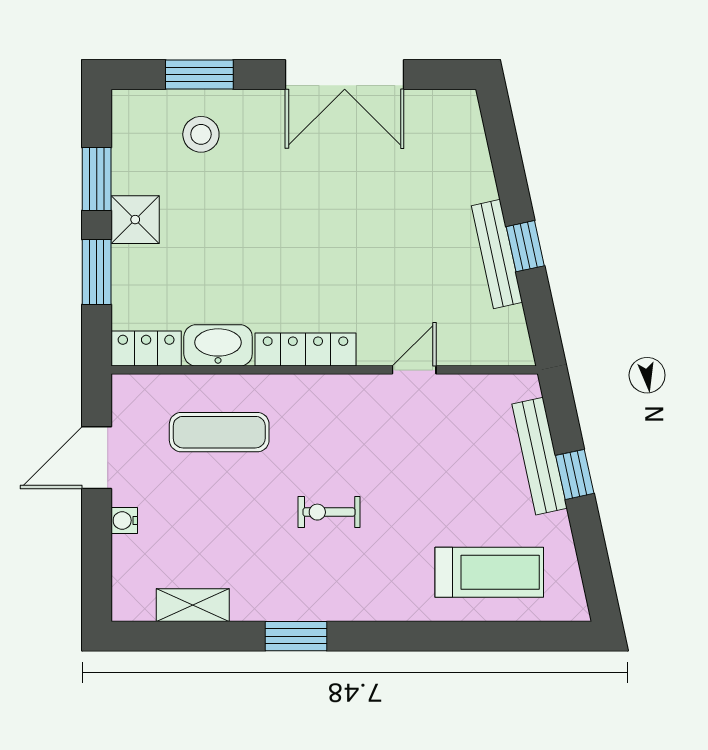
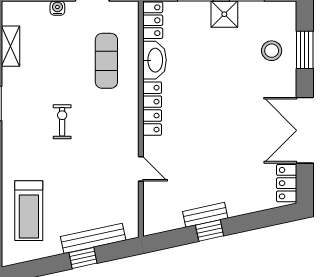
locker: (440, 107) -> (287, 183), added
bench: (497, 254) -> (205, 215), width x0.73

